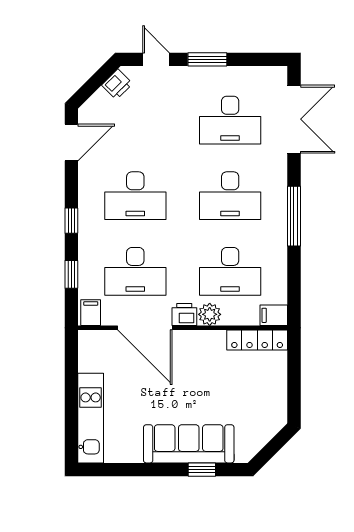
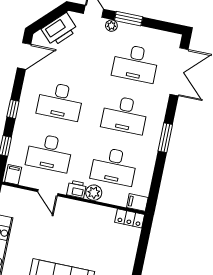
plant: (185, 74) -> (111, 26), added
printer: (117, 84) -> (60, 30), width x1.87, depth x1.48
window: (294, 216) -> (165, 138), width x0.69
door: (145, 328) -> (48, 193), width x0.53
locker: (257, 340) -> (130, 218), width x0.66

